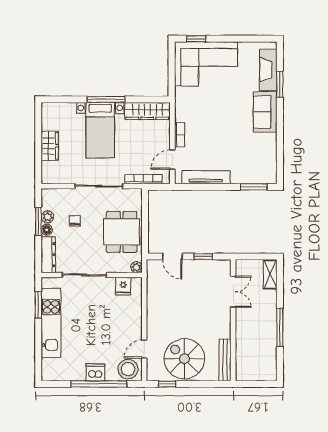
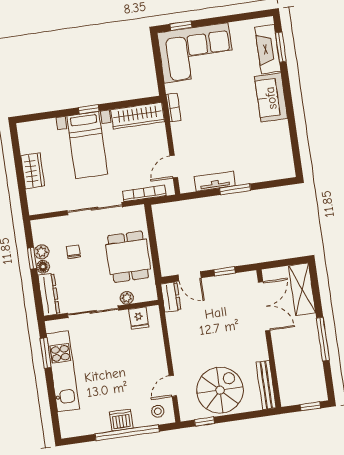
window: (280, 84) -> (281, 47), moved
window: (106, 99) -> (89, 109), width x0.46
bookcase: (179, 135) -> (174, 107), moved
tv unit: (206, 177) -> (215, 181), width x0.71
window: (254, 187) -> (235, 189), moved
window: (38, 221) -> (32, 258), width x0.67
plant: (136, 267) -> (127, 298), moved
dresser: (154, 272) -> (171, 297), added
shelving: (270, 274) -> (302, 289), width x1.50, depth x1.33
double door: (233, 292) -> (264, 306), width x1.37
spiral stairs: (184, 359) -> (220, 390), turned 90
stool: (128, 369) -> (158, 411), width x0.53, depth x0.53
window: (261, 384) -> (310, 406), added

